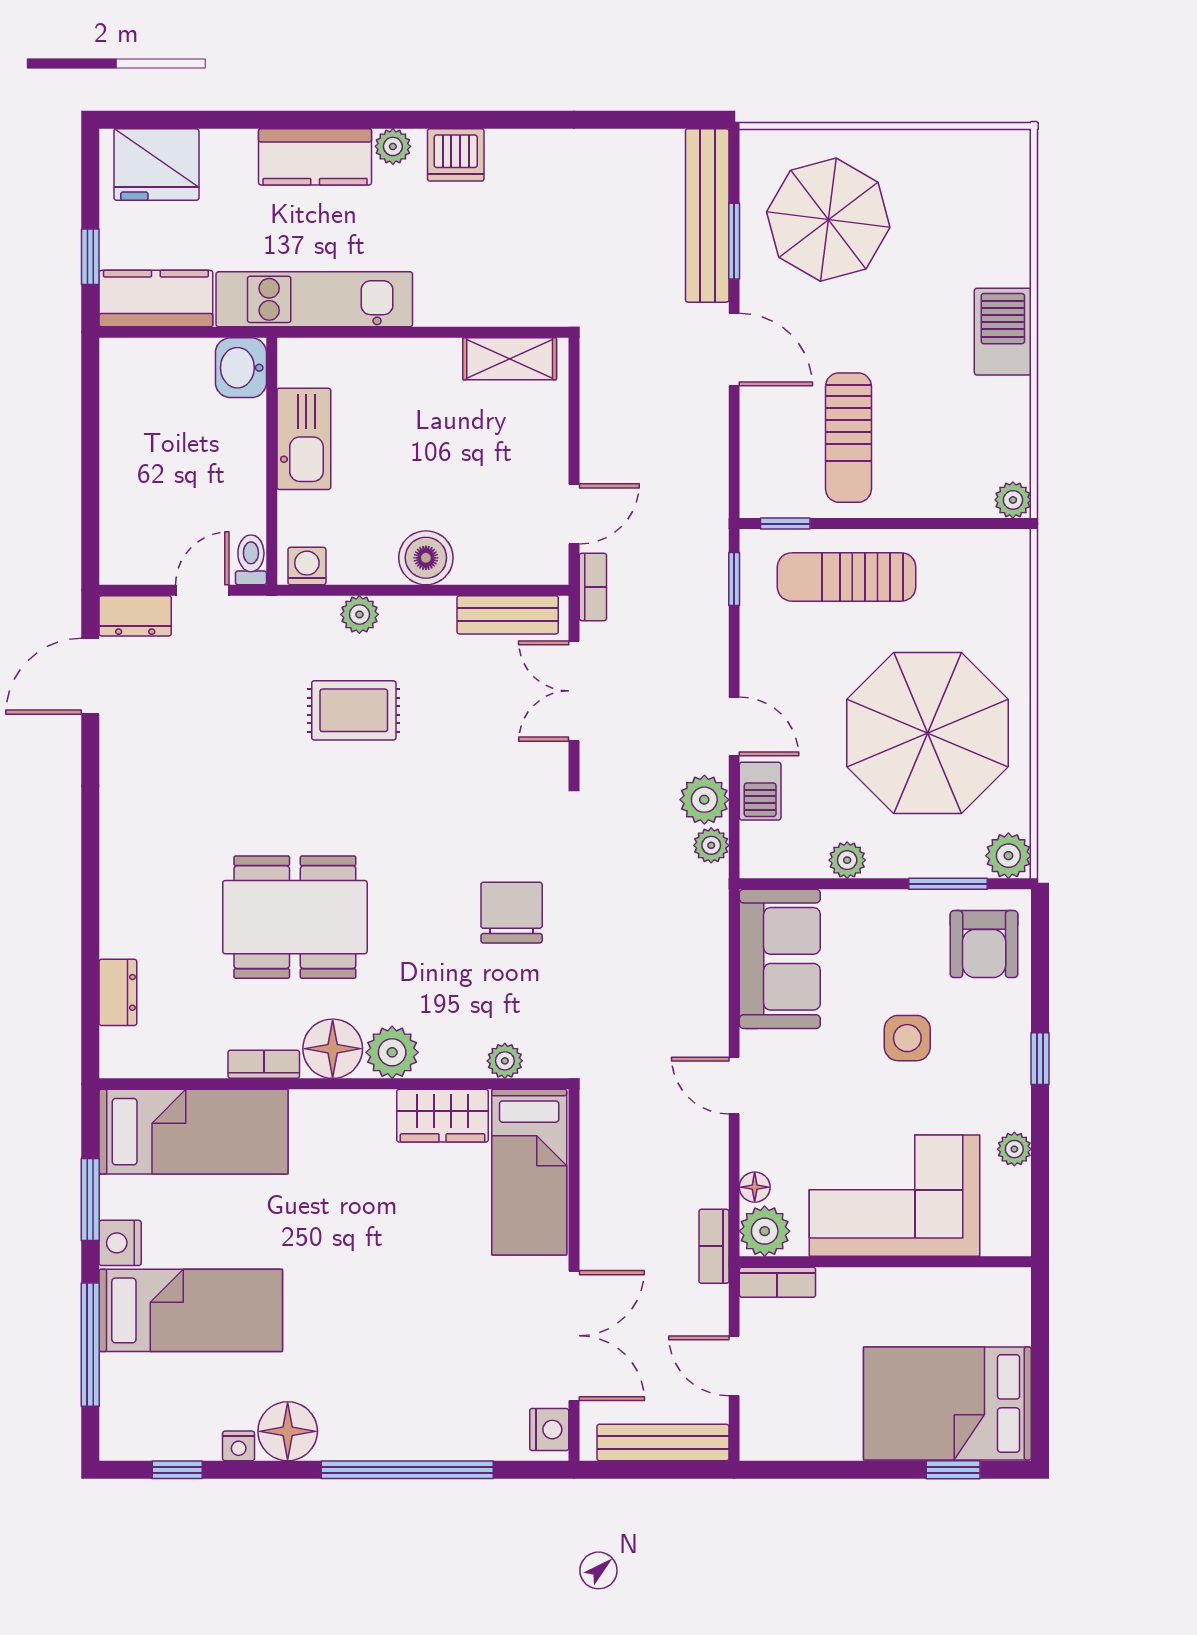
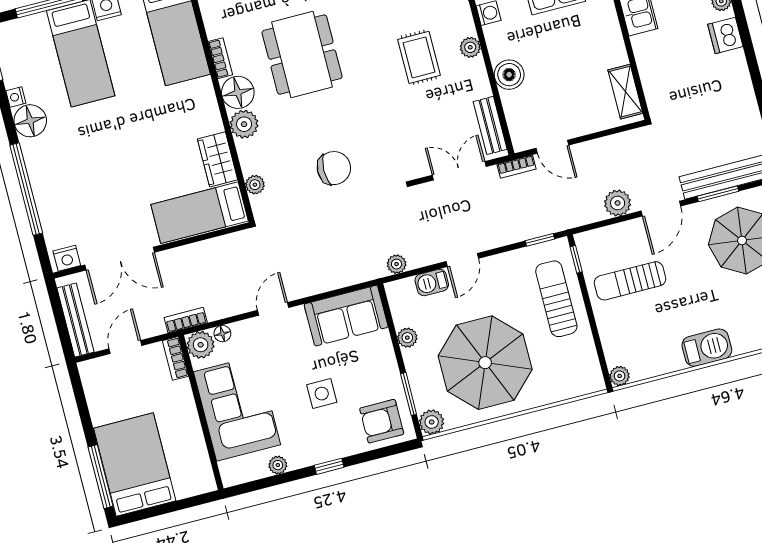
plant: (704, 800) -> (618, 203), moved
window: (953, 1470) -> (101, 477), width x2.17

